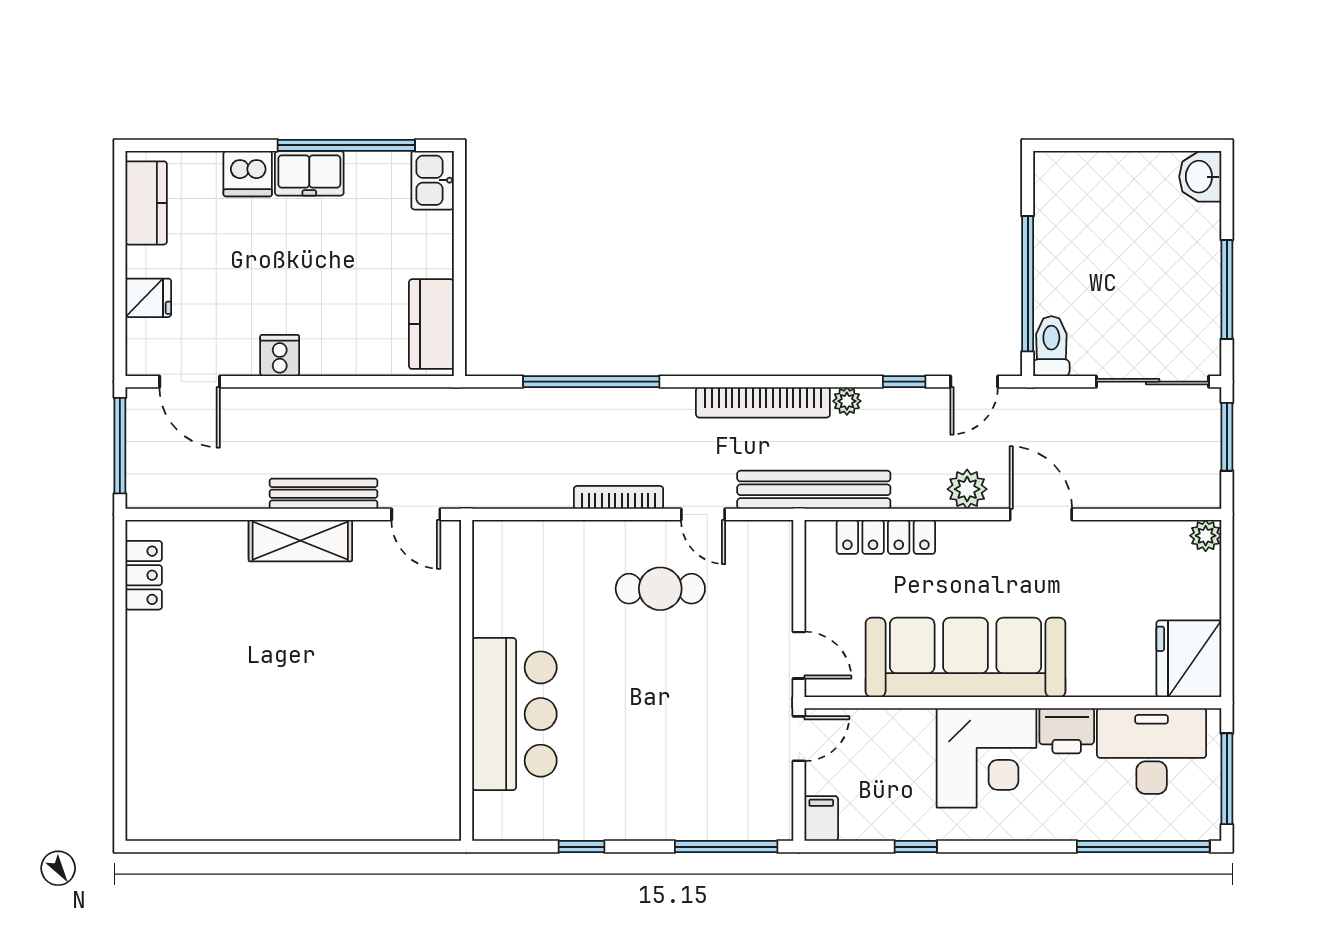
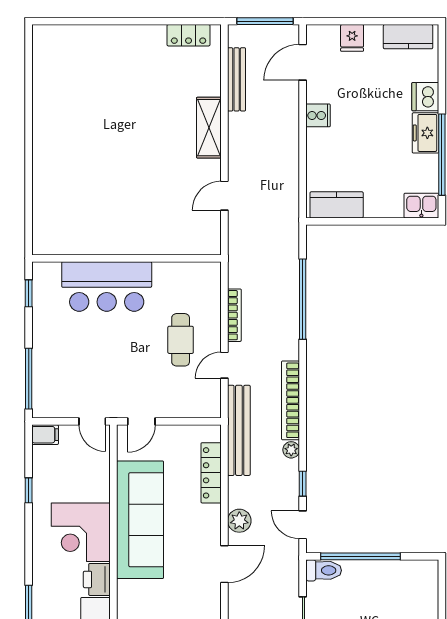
bench: (323, 494) -> (237, 79), moved
wall: (467, 680) -> (126, 258), moved
bar counter: (514, 714) -> (107, 286), moved

